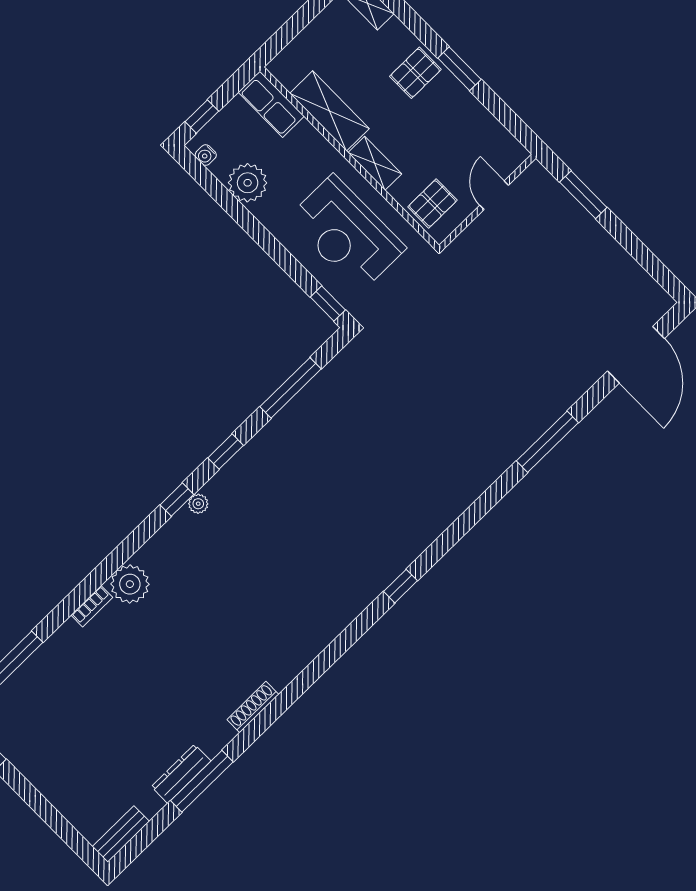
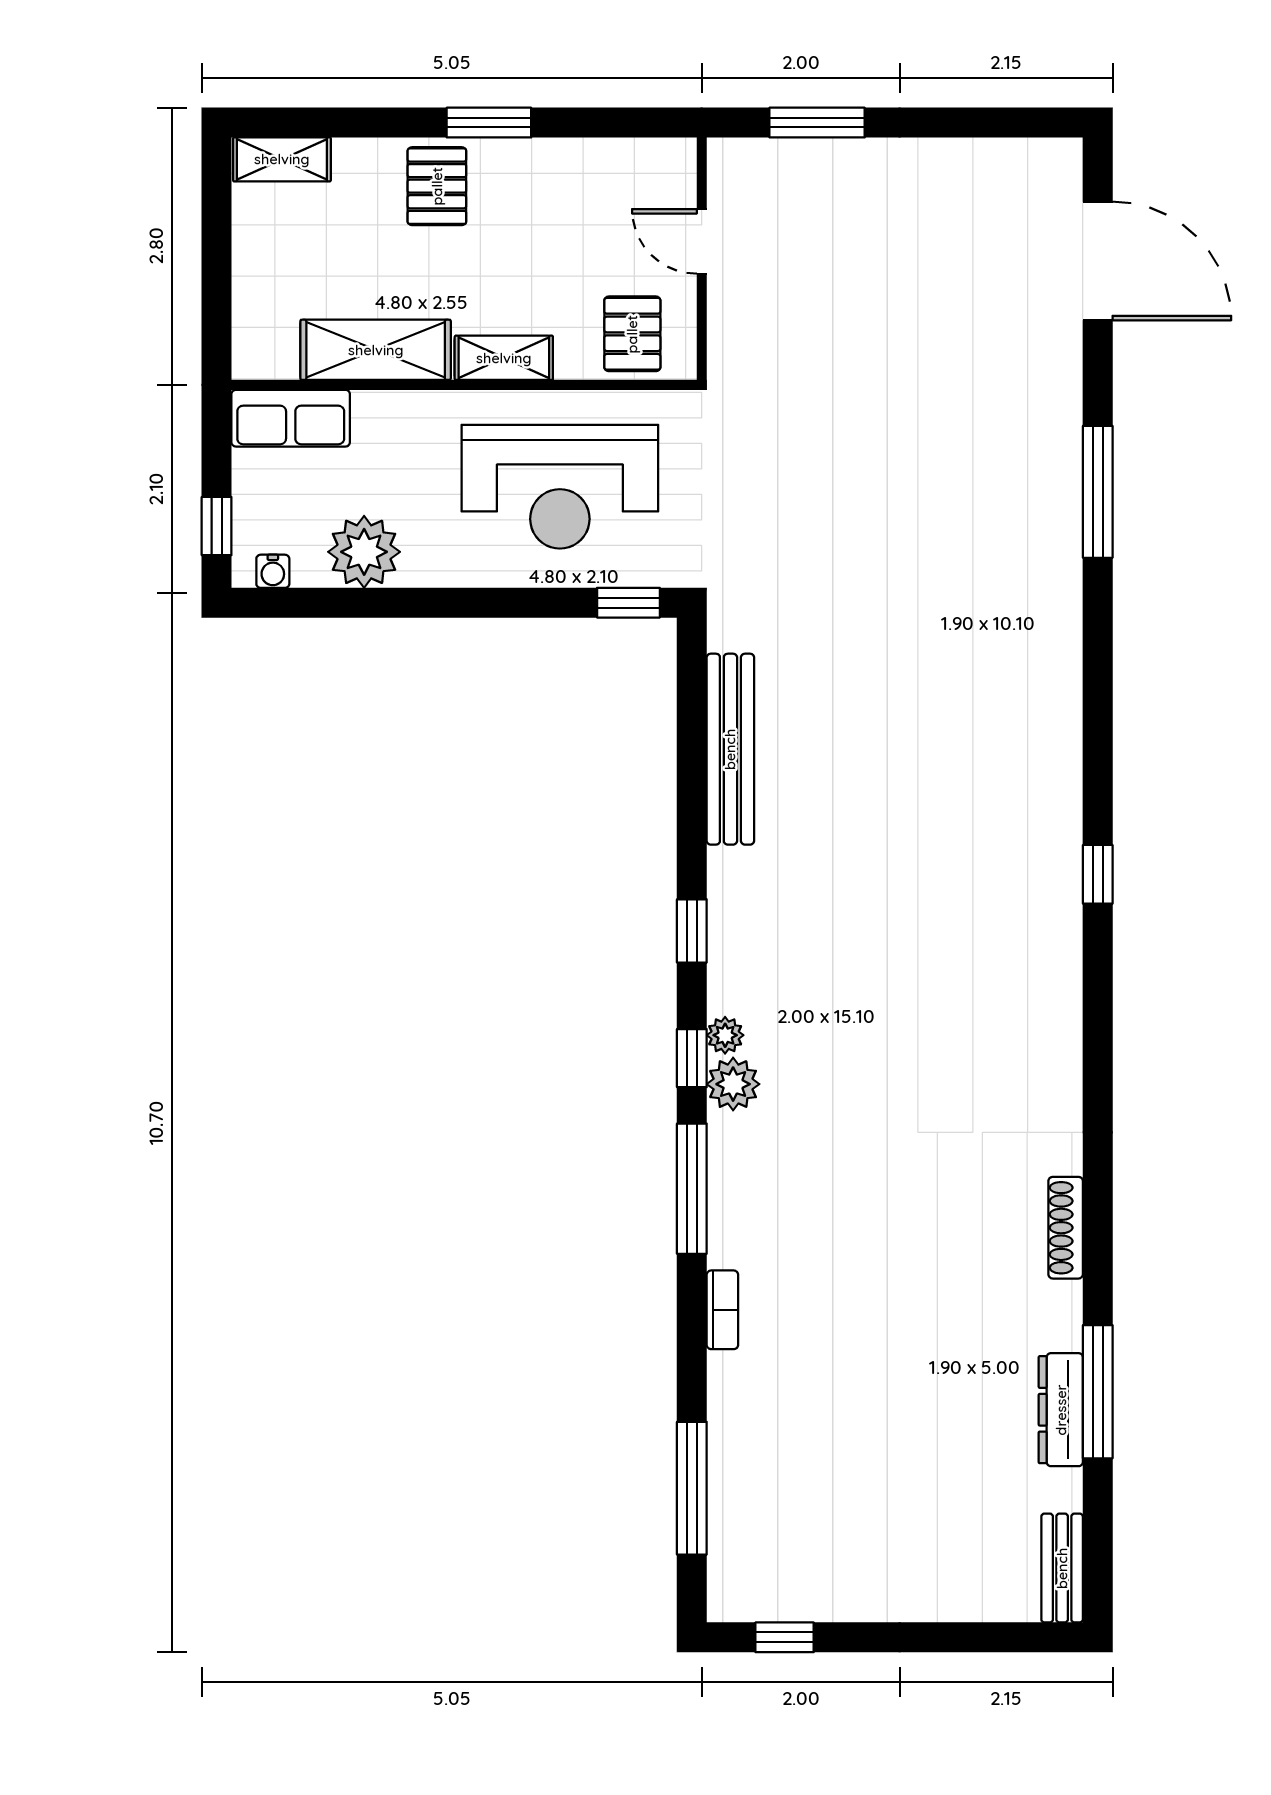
window: (291, 388) -> (692, 1189), moved
bench: (310, 398) -> (730, 749), added
plant: (130, 584) -> (733, 1084), moved, width x0.73, depth x0.73

